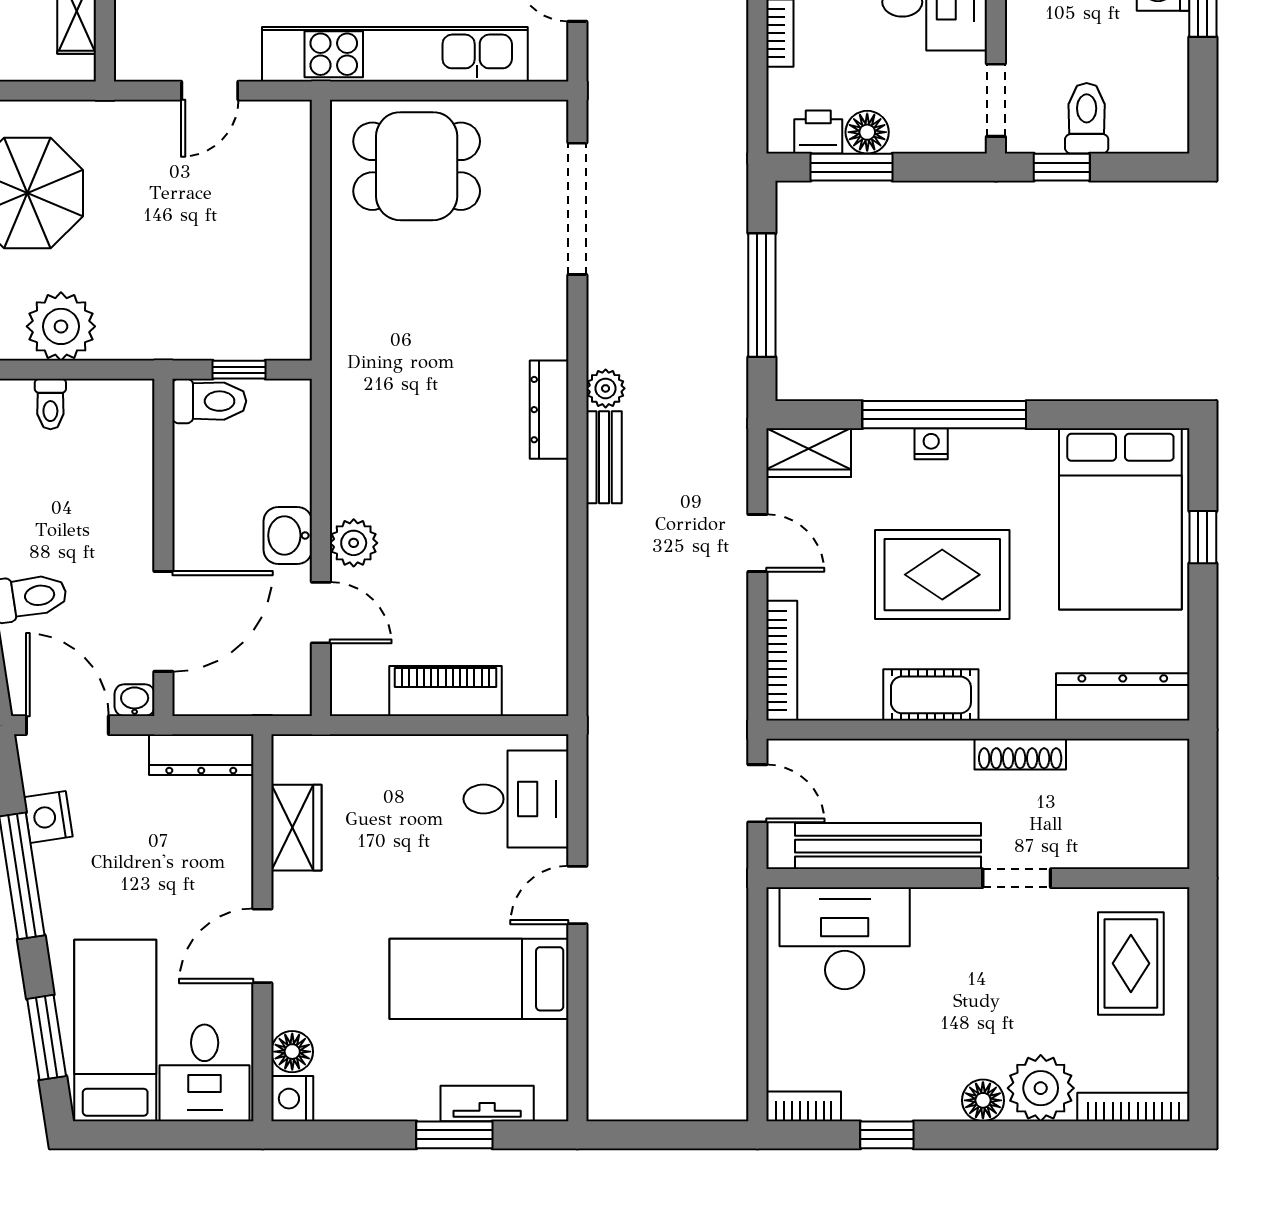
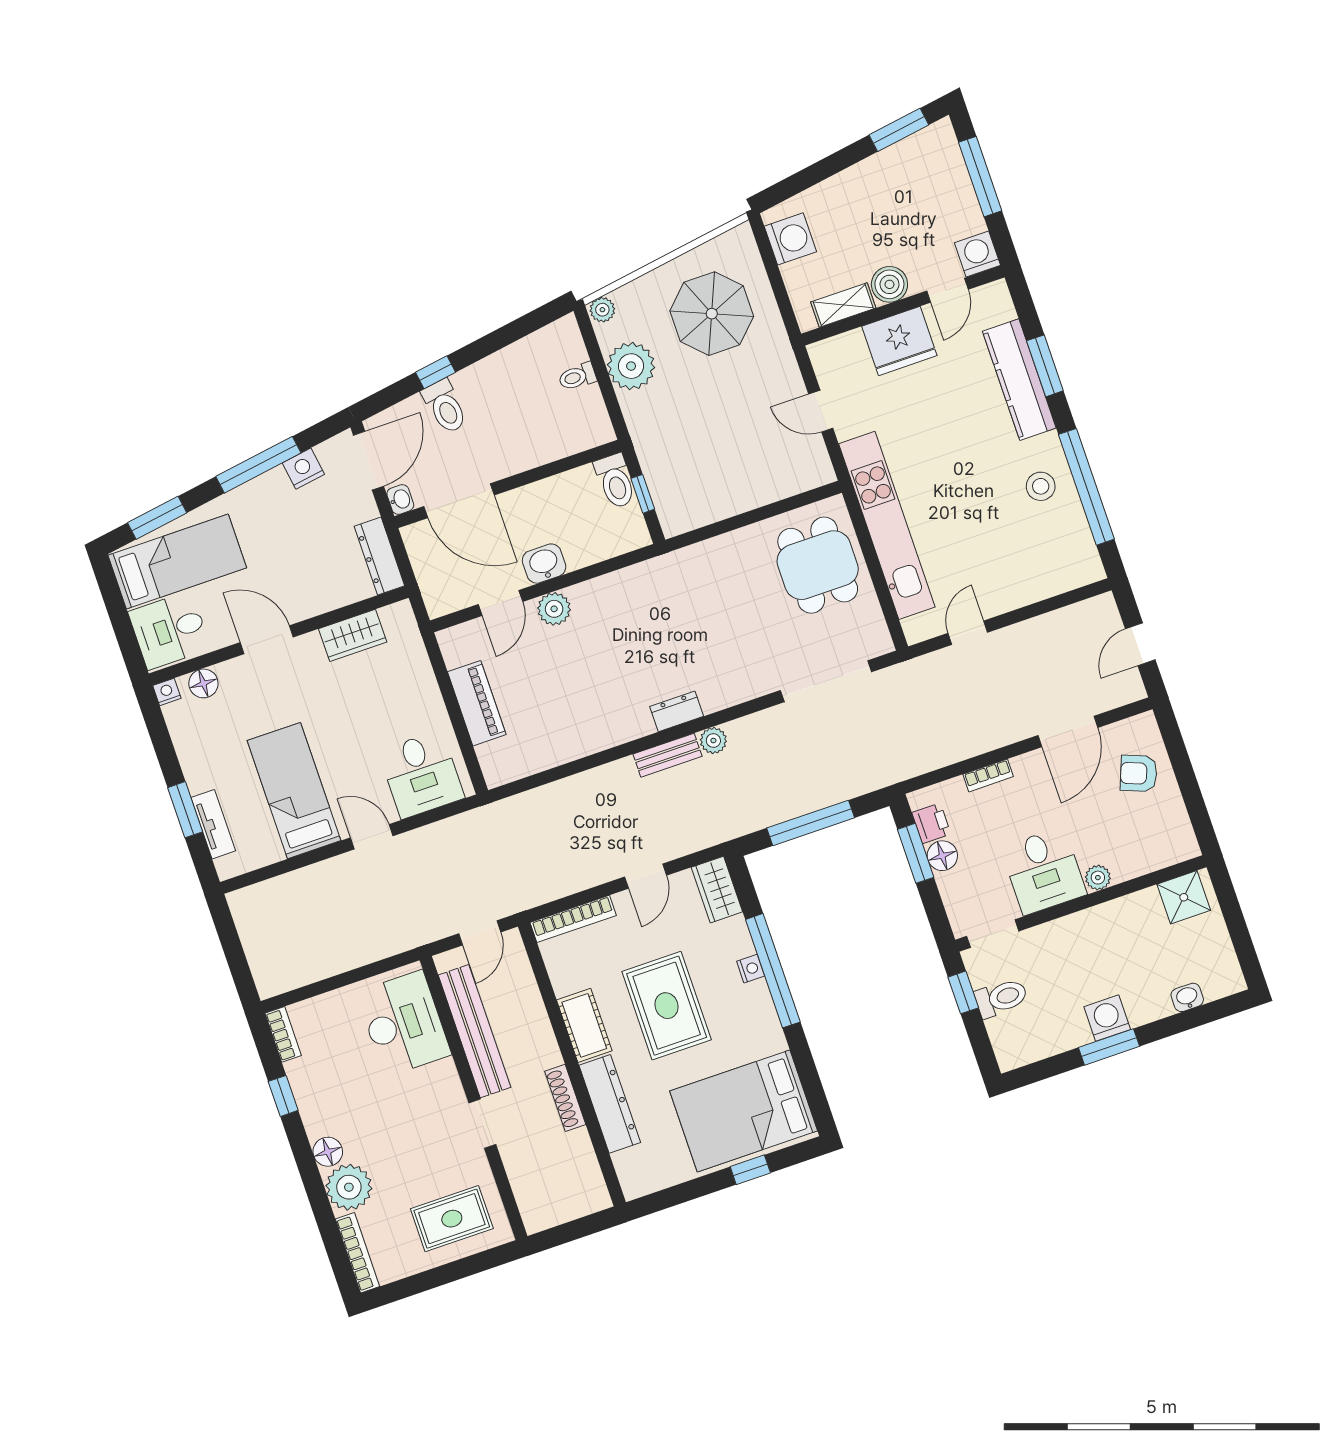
dresser: (549, 410) -> (677, 711), width x0.70
dresser: (1123, 697) -> (610, 1104), moved
nightstand: (292, 1099) -> (167, 692), width x0.72, depth x0.74

